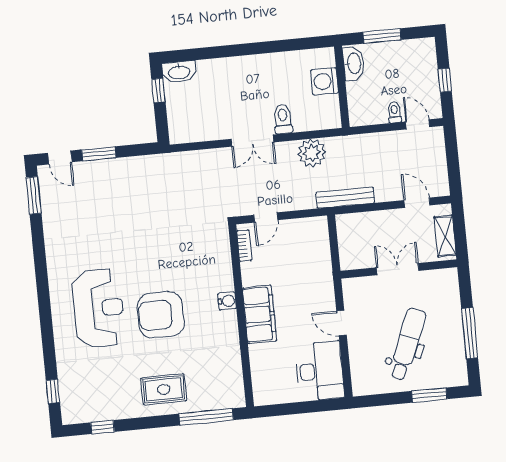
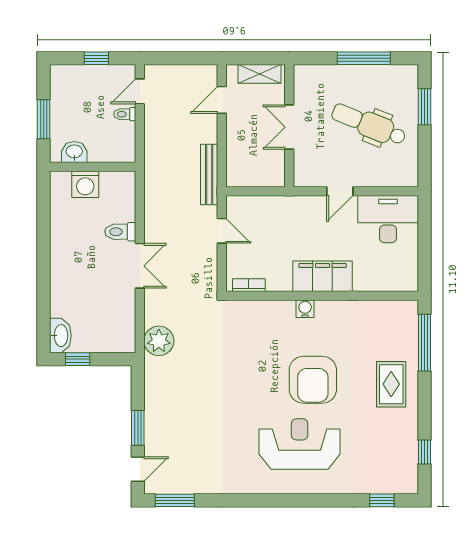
washbasin: (354, 63) -> (74, 152), width x0.72
plant: (312, 153) -> (159, 341), moved
door: (266, 217) -> (222, 231), moved

